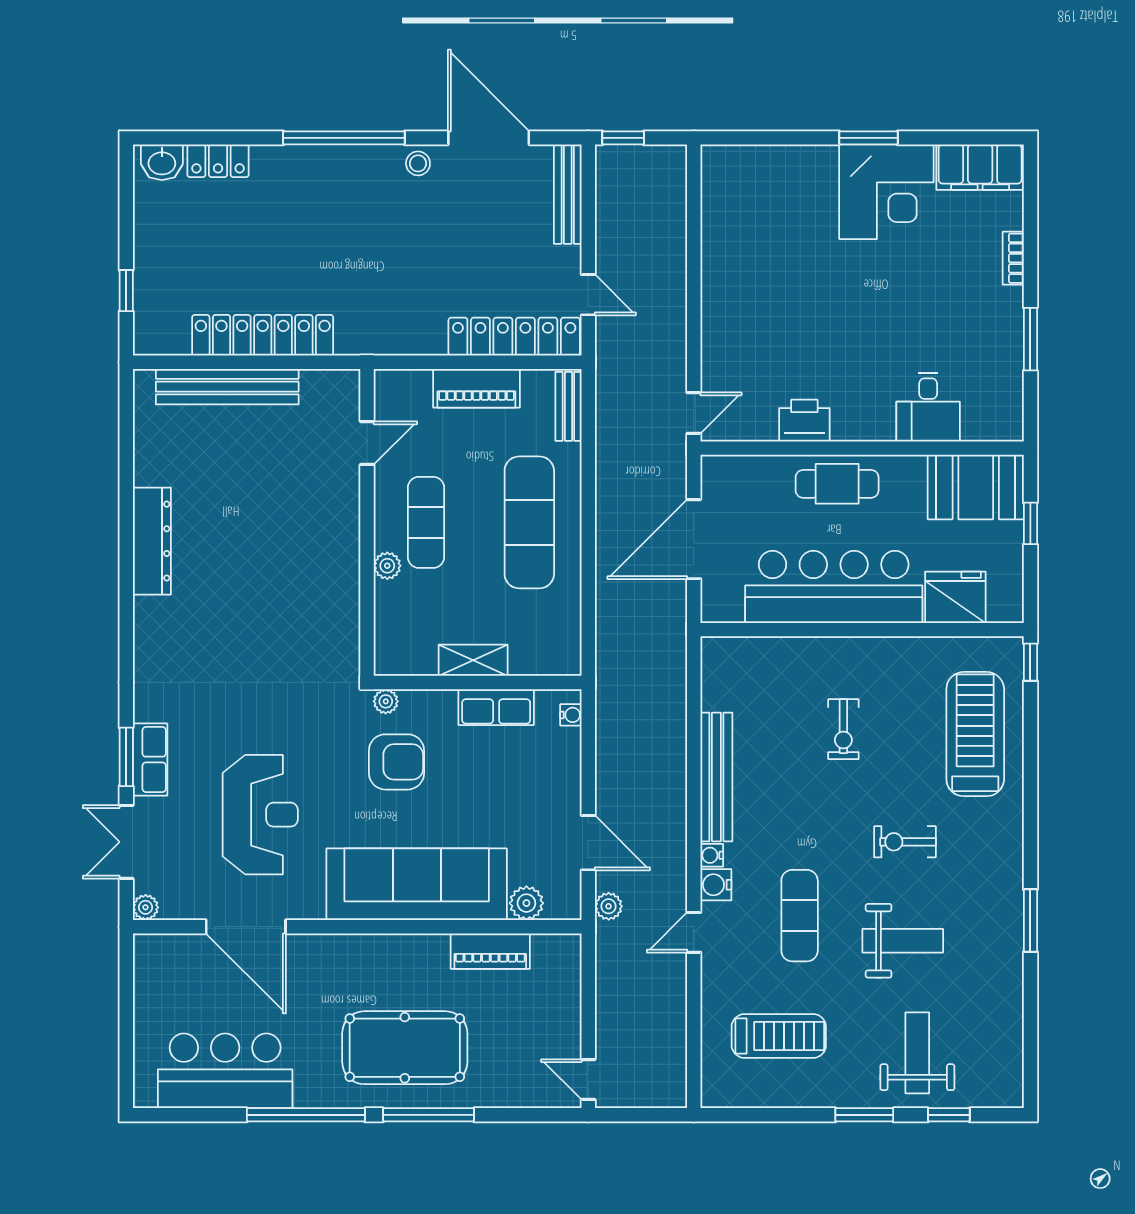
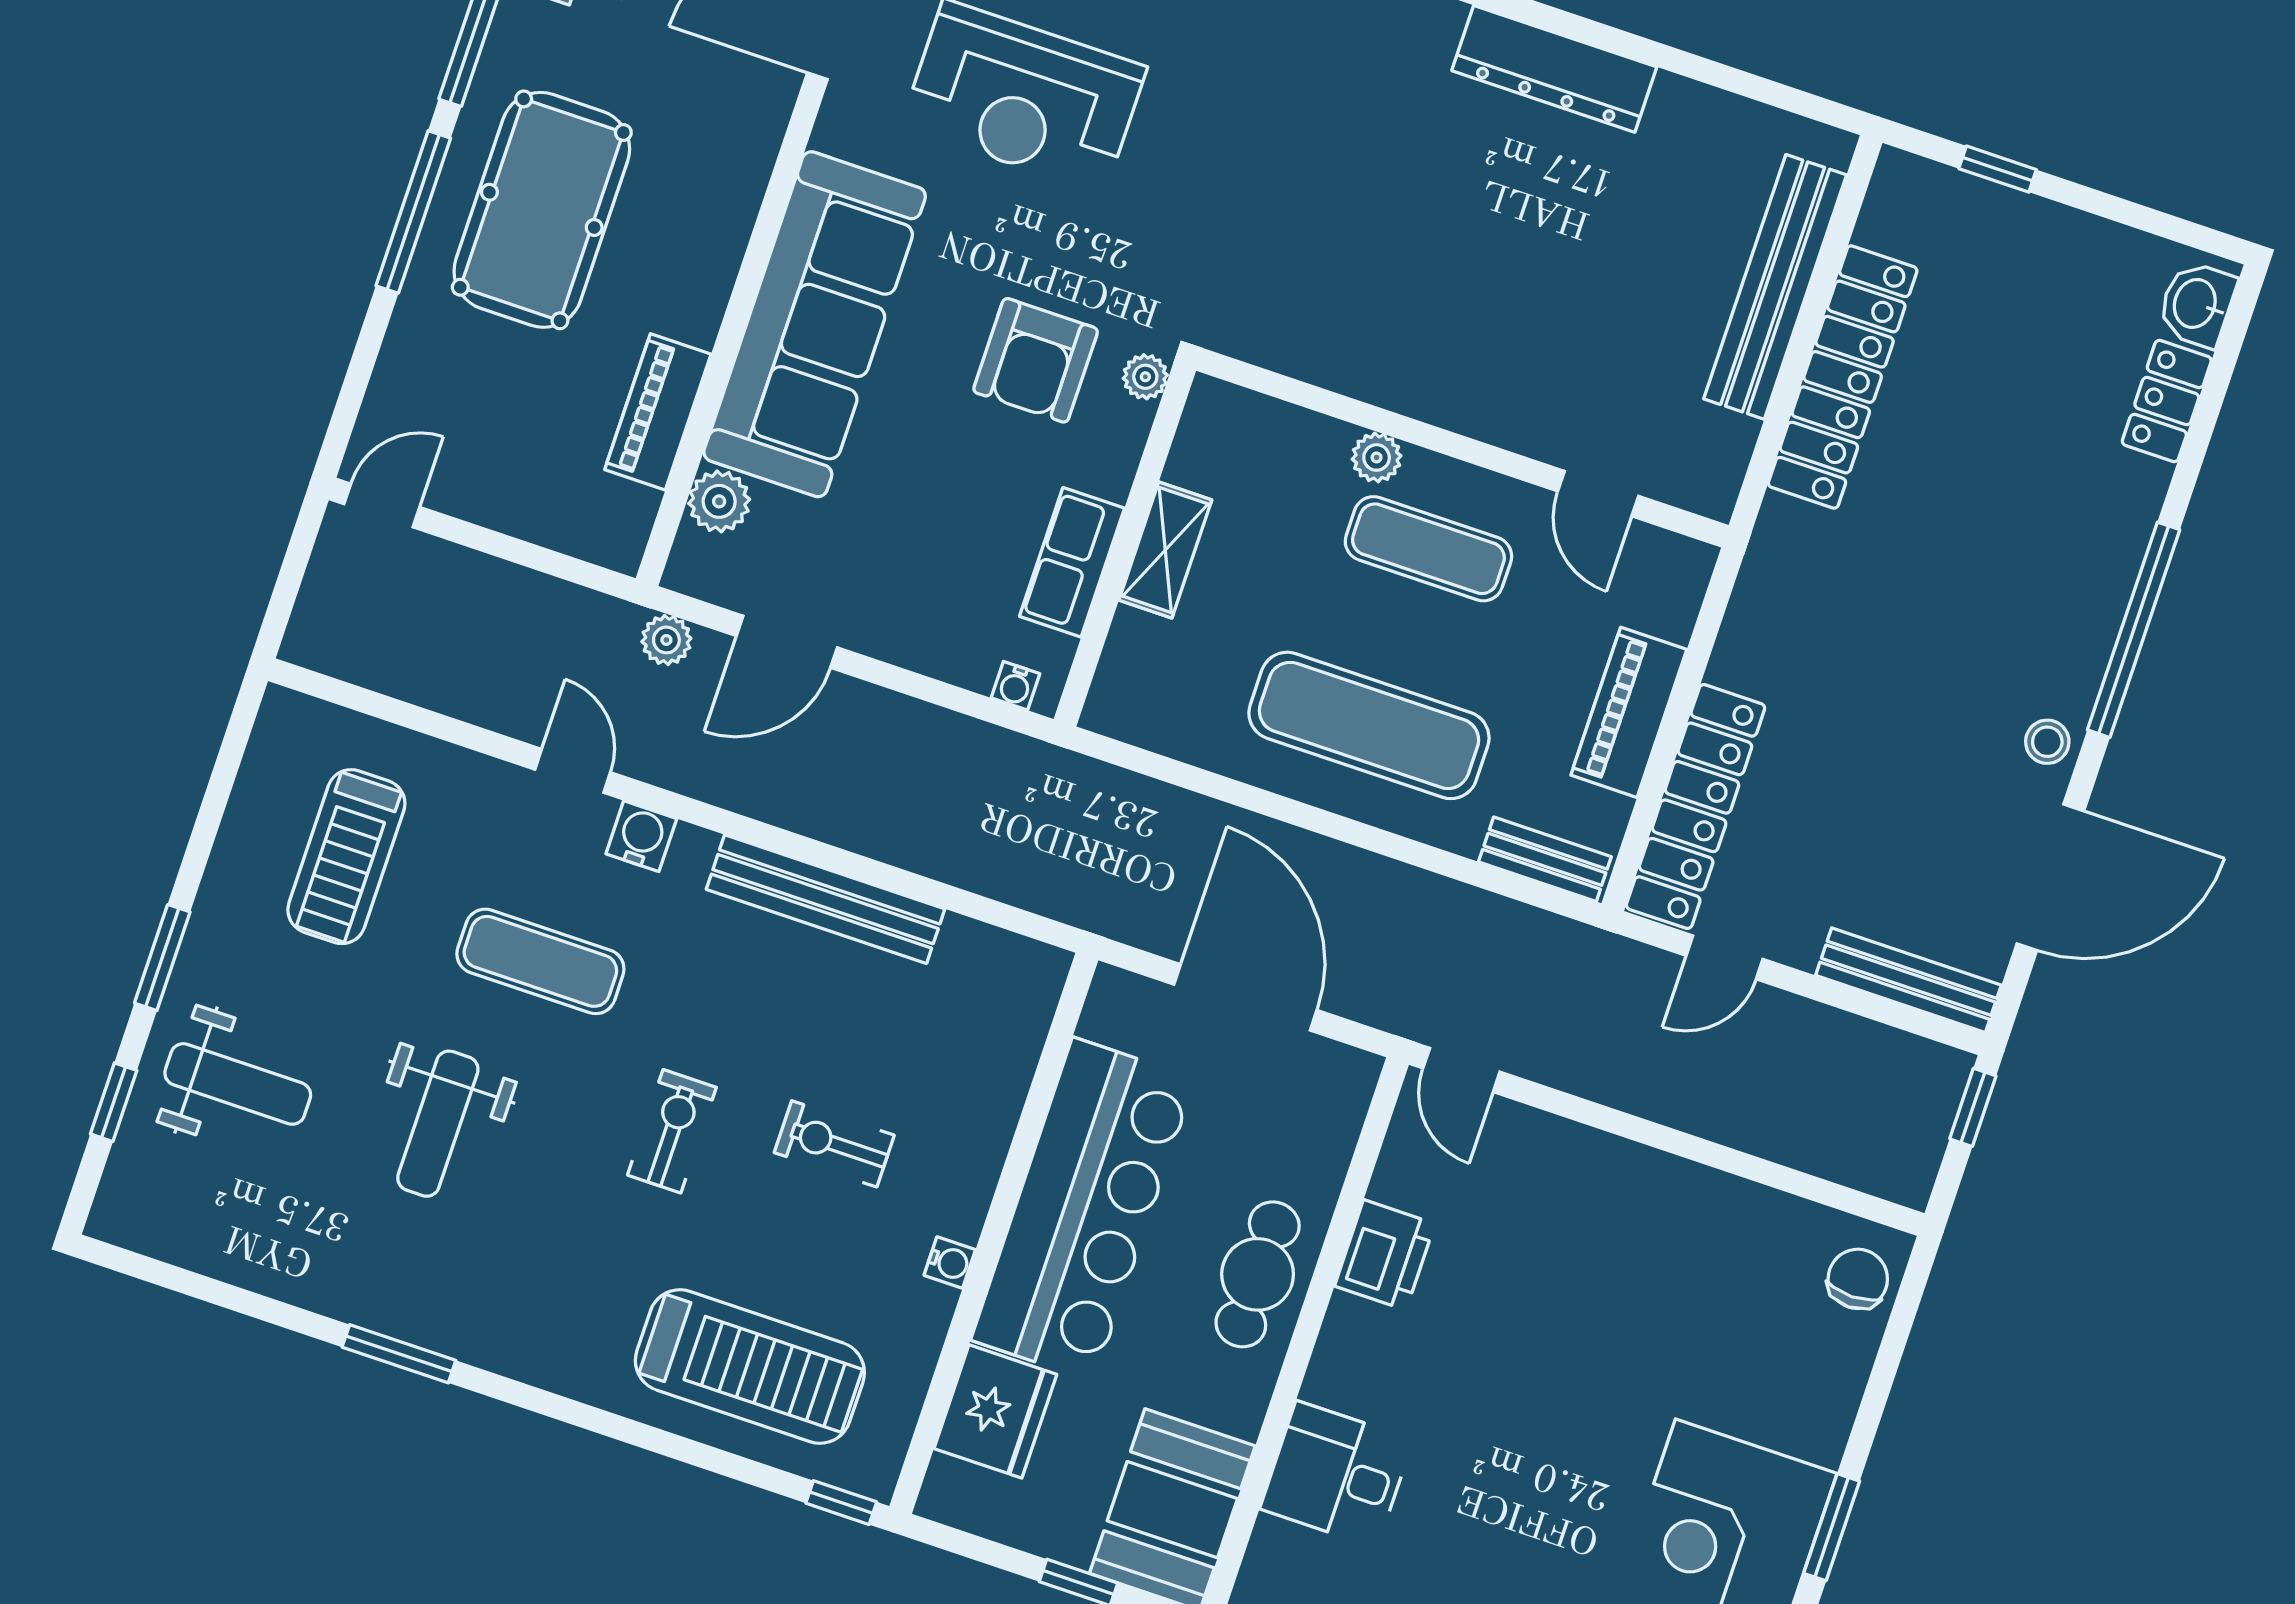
chair: (733, 168) -> (1858, 1279), added
exercise bike: (905, 842) -> (672, 1131), moved
water cooler: (712, 855) -> (950, 1262), moved, turned 90

